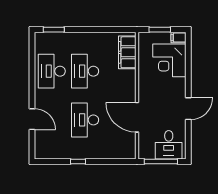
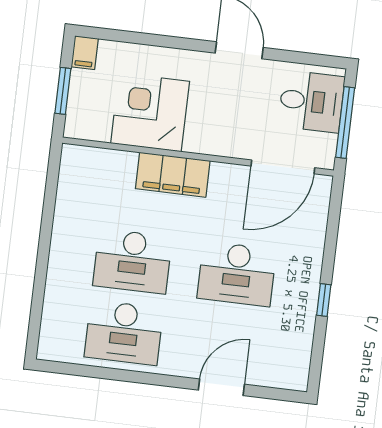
window: (54, 30) -> (36, 318), removed
filing cabinet: (127, 52) -> (173, 175), moved
corner desk: (169, 60) -> (150, 112), moved, turned 180
door: (137, 117) -> (283, 167), moved

